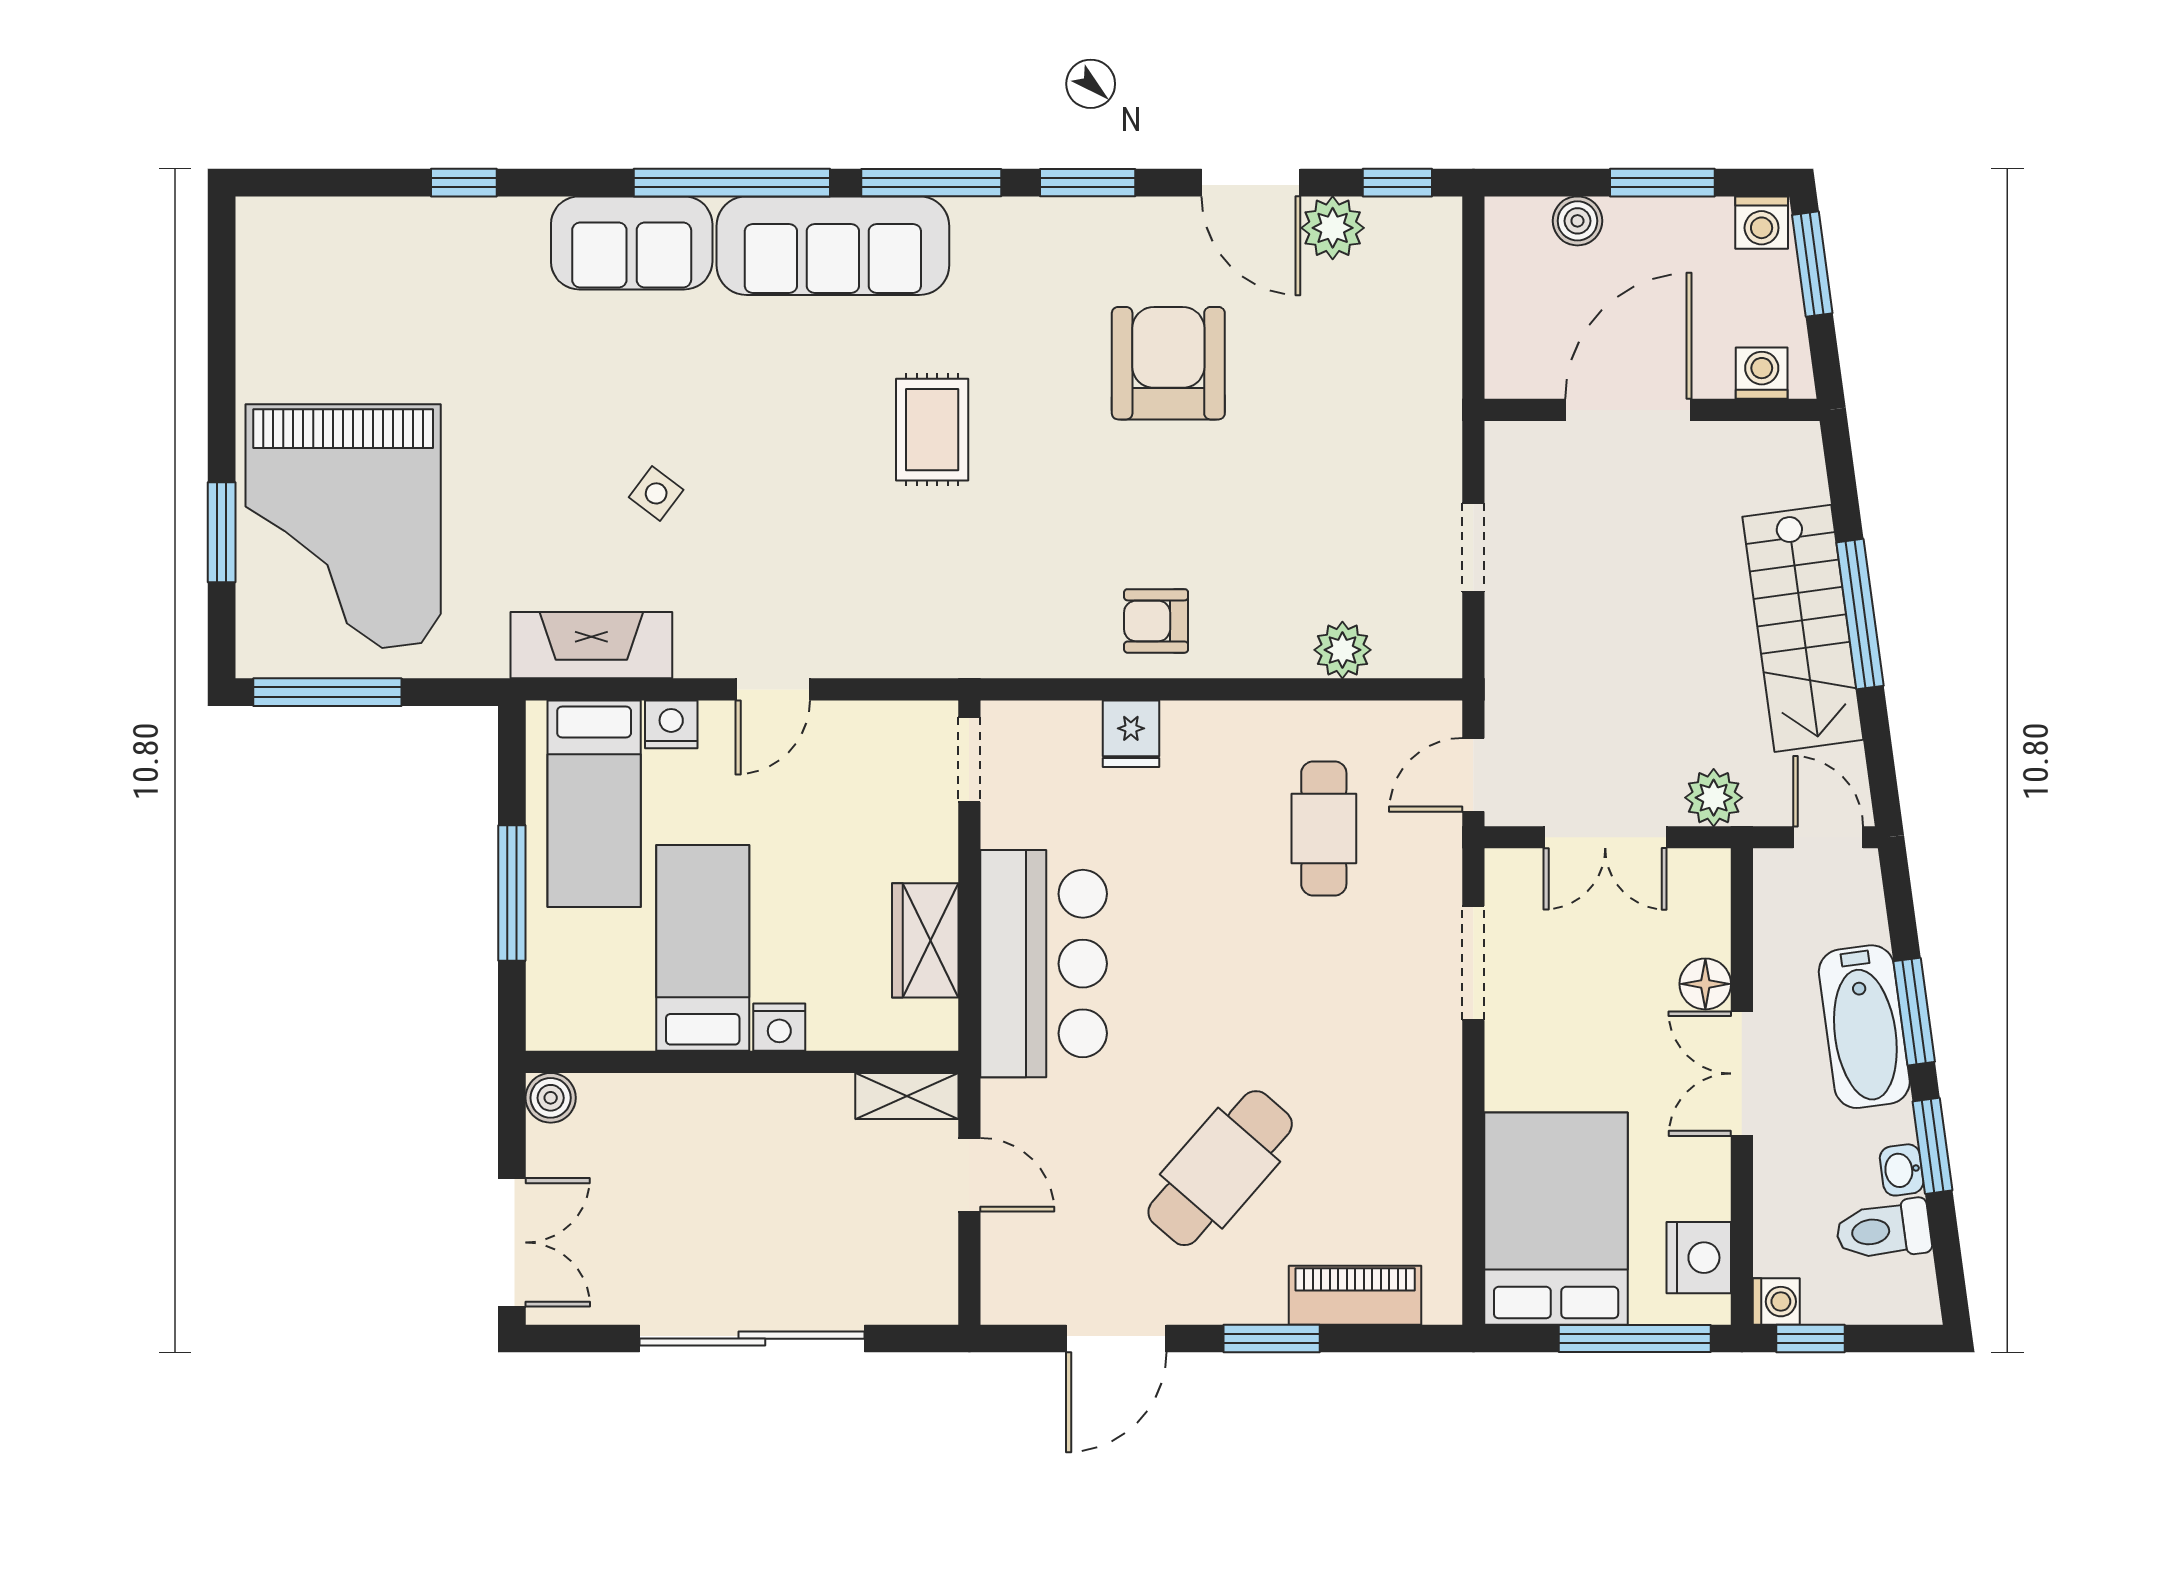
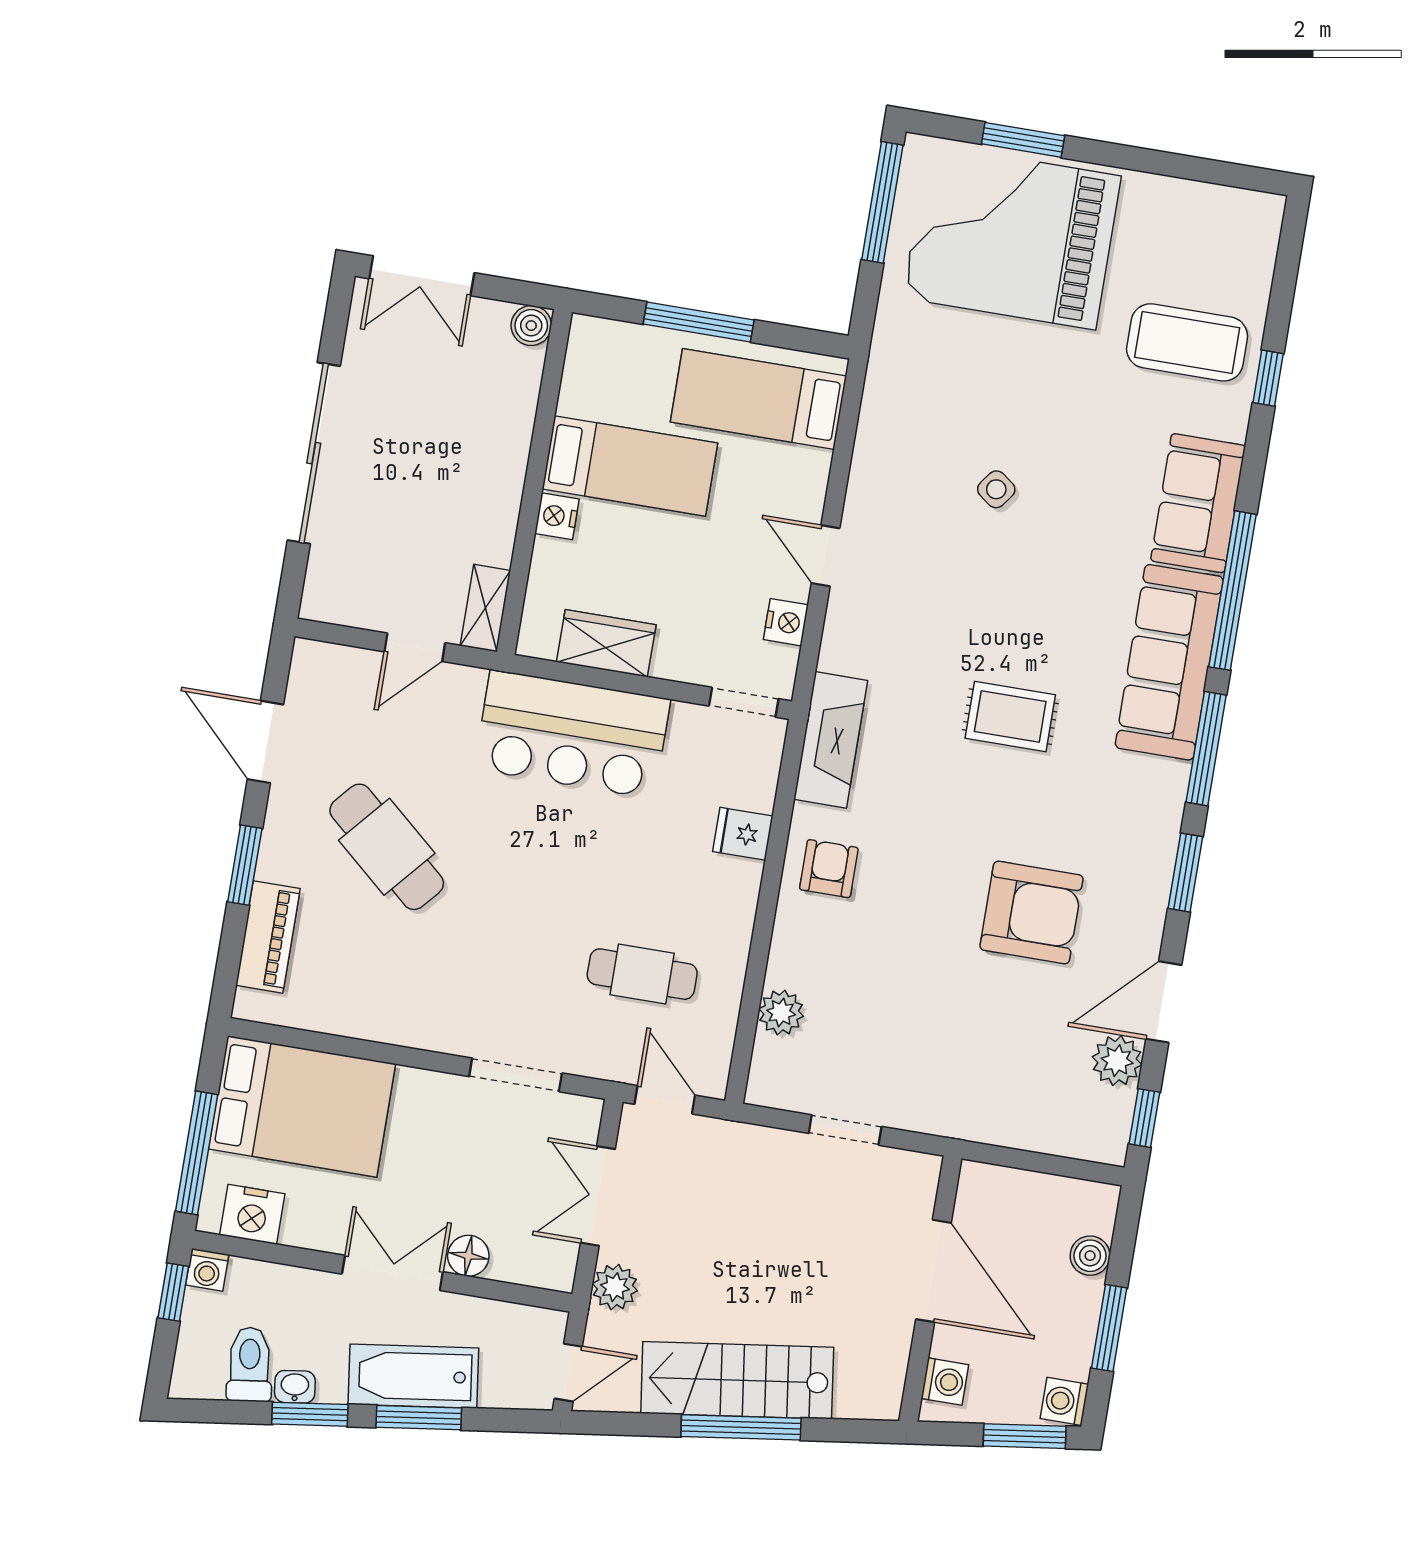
coffee table: (437, 289) -> (1187, 342), added
fireplace: (591, 645) -> (831, 740), moved
nightstand: (671, 724) -> (786, 622), moved

